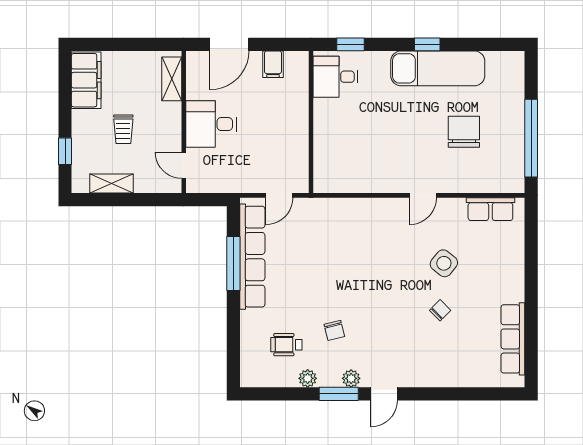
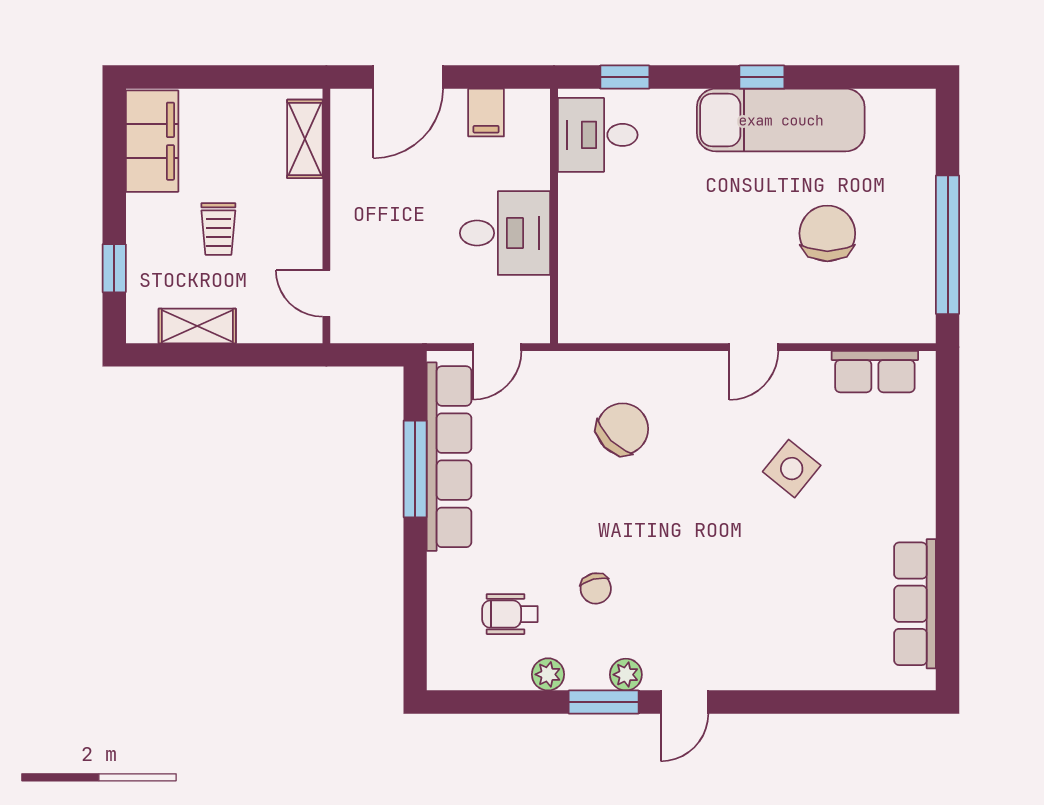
desk: (211, 124) -> (505, 233), moved, turned 180
chair: (440, 310) -> (622, 429), moved, width x1.87, depth x1.87

